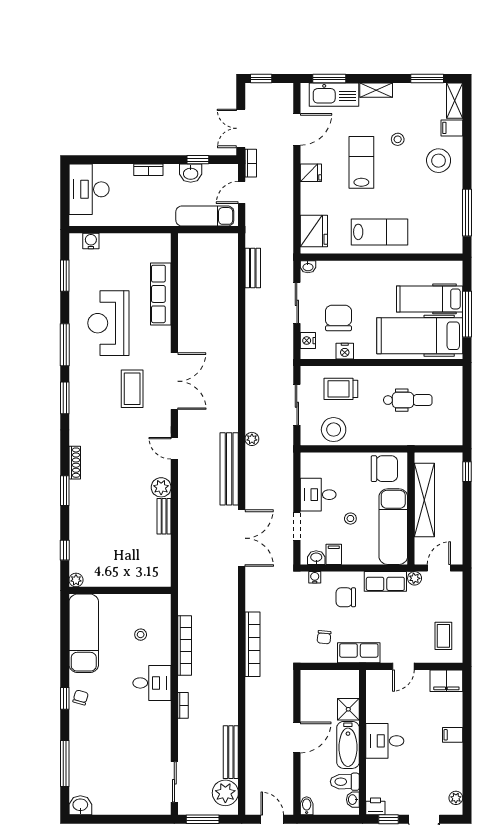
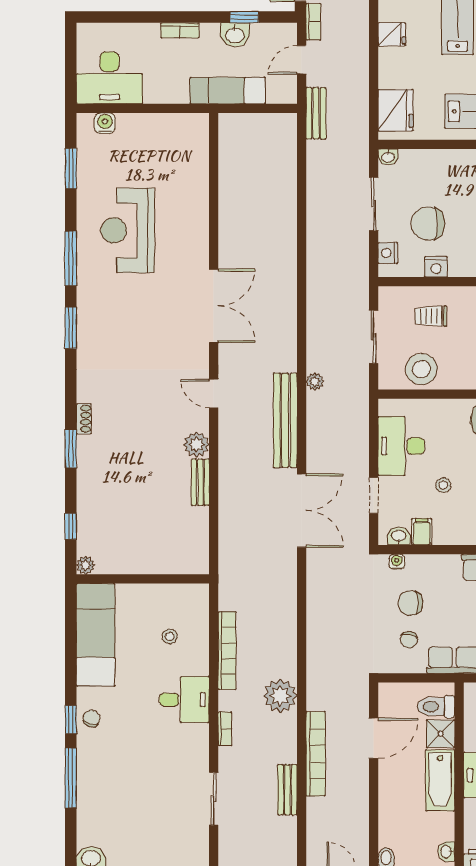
desk: (89, 189) -> (109, 78), moved, turned -90
exam couch: (205, 216) -> (228, 91), moved
bench: (253, 268) -> (316, 113), moved
row of seats: (161, 294) -> (196, 192), removed
chair: (338, 318) -> (428, 224), turned -90
coffee table: (132, 389) -> (159, 316), removed
trolley: (341, 389) -> (431, 316), width x0.73, depth x0.72
shoe rack: (75, 463) -> (84, 419), width x0.70
desk: (318, 495) -> (401, 446), width x1.37
chair: (346, 597) -> (410, 603), moved
bookcase: (252, 644) -> (316, 754), moved
door: (297, 737) -> (374, 738), moved
bench: (231, 752) -> (287, 790), width x0.73
window: (65, 764) -> (71, 778), moved
sliding door: (174, 782) -> (214, 799), moved
toilet: (345, 782) -> (436, 707), moved
plant: (225, 793) -> (280, 696), moved

